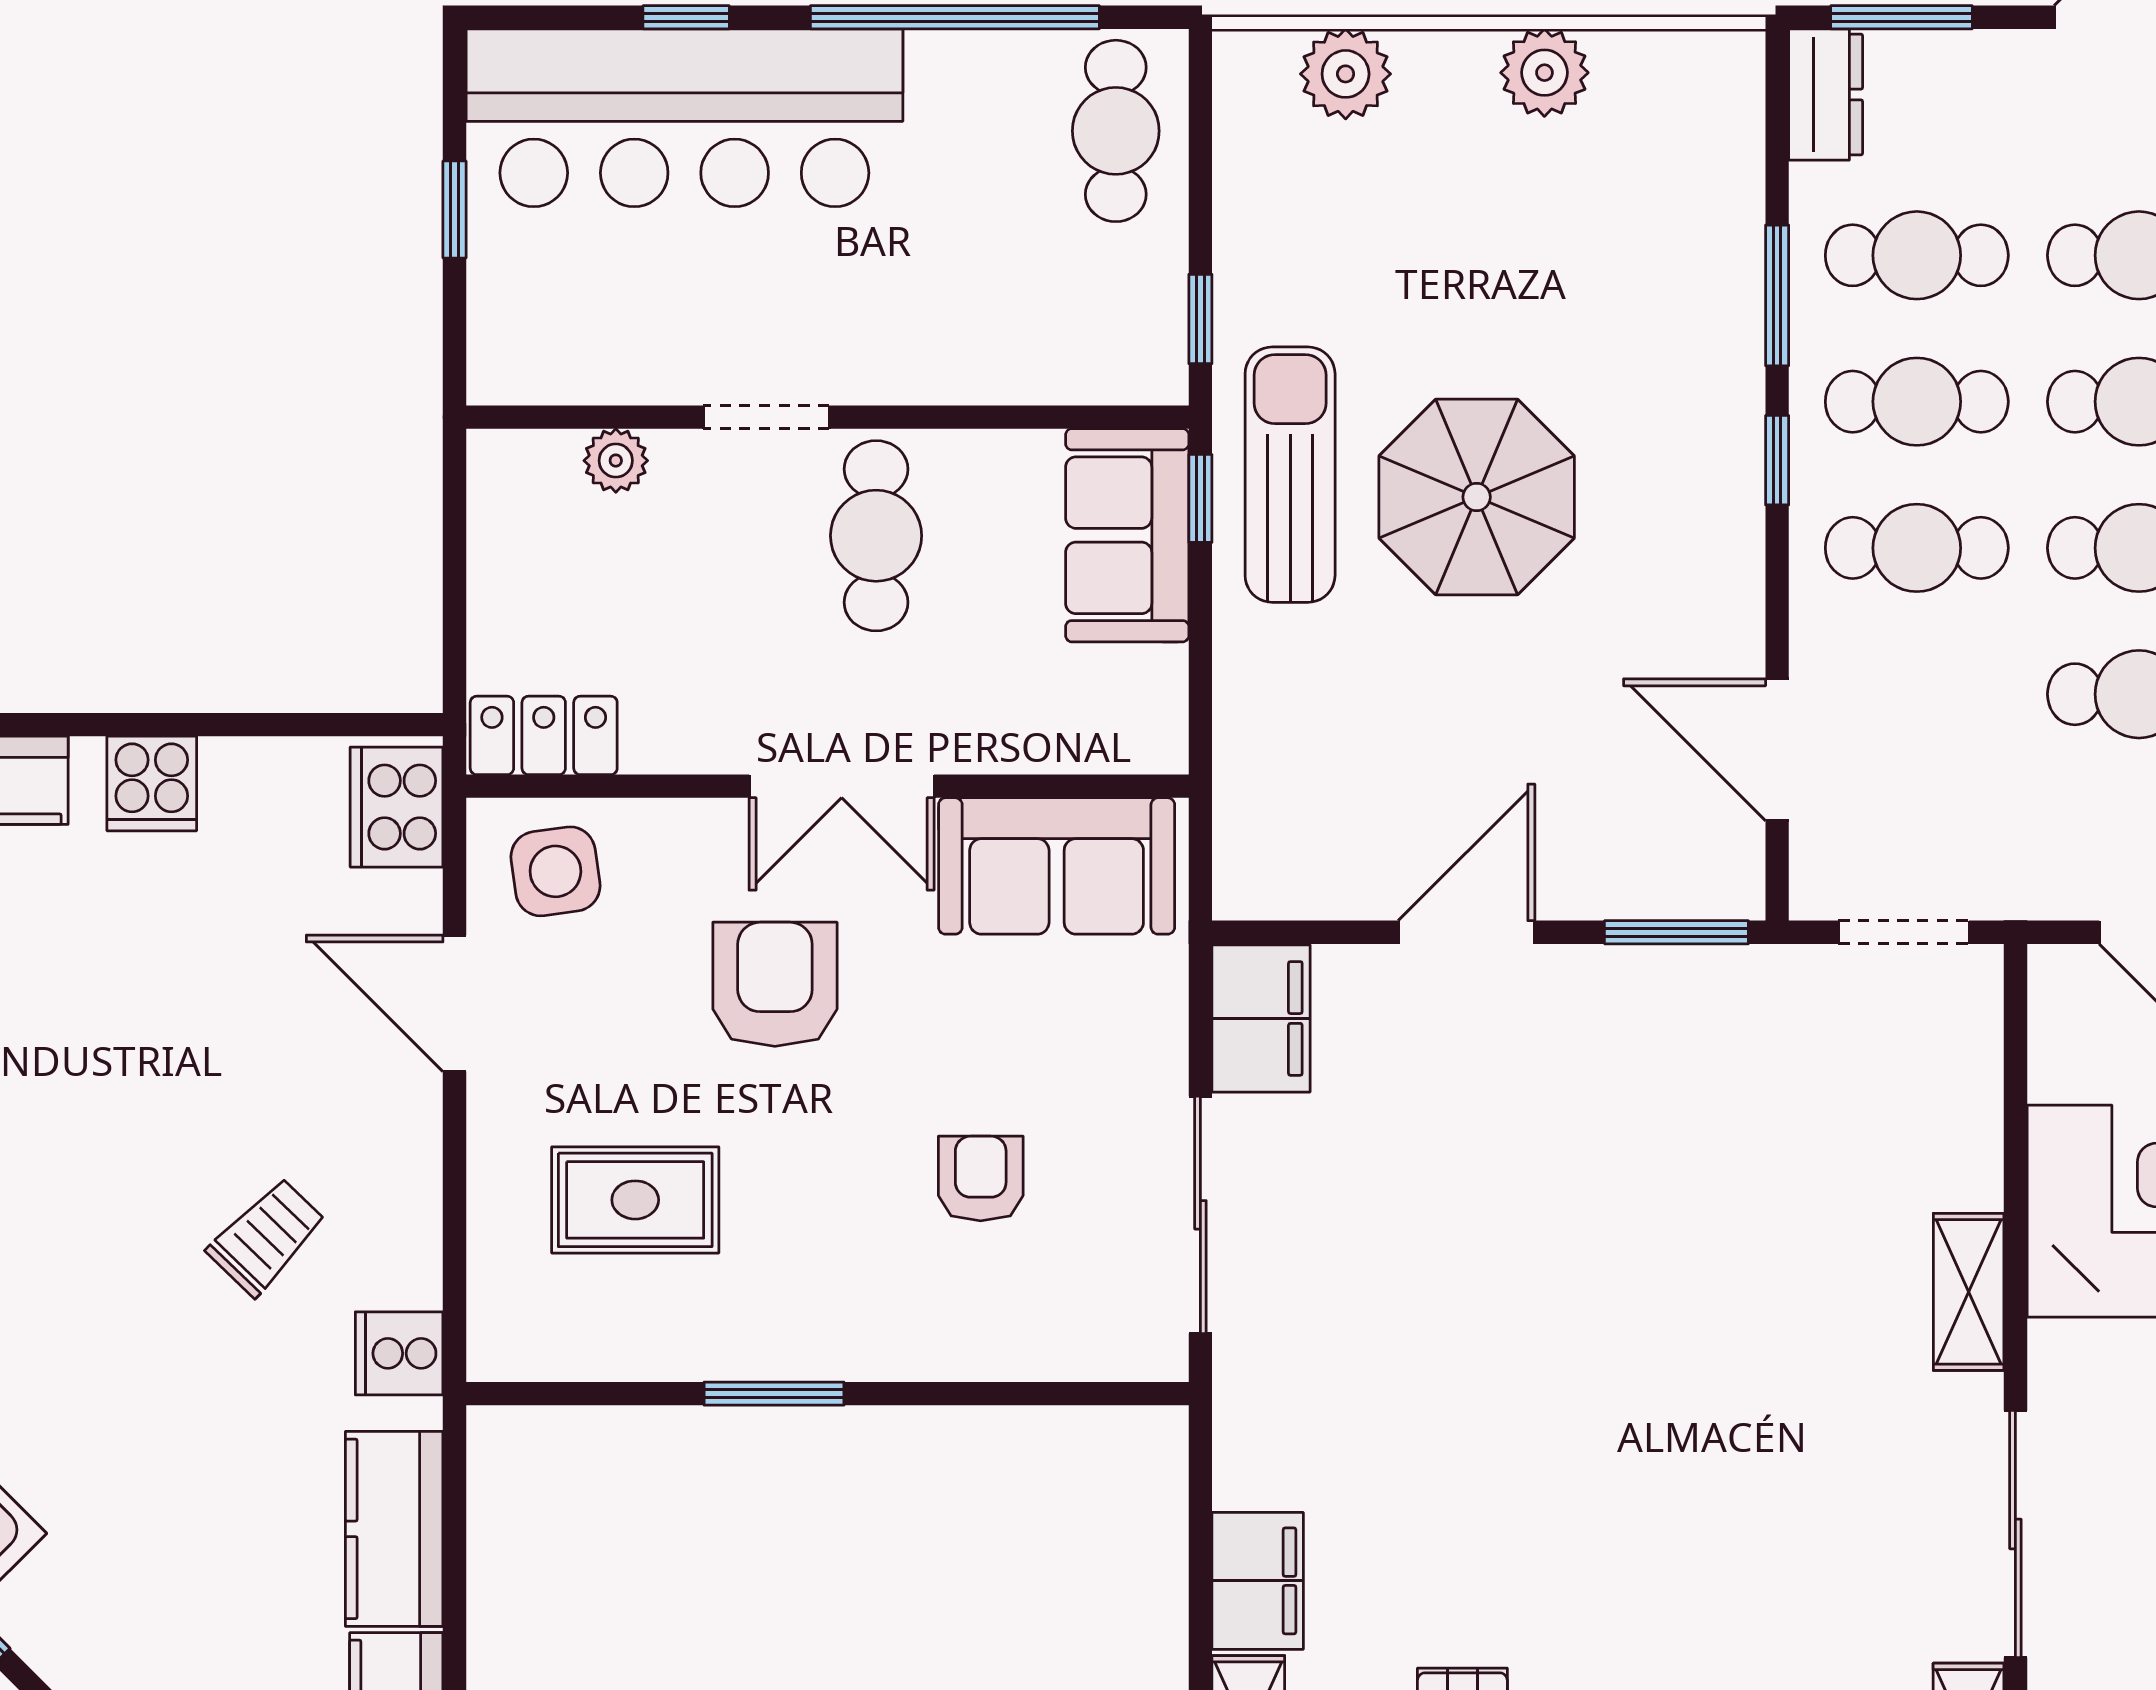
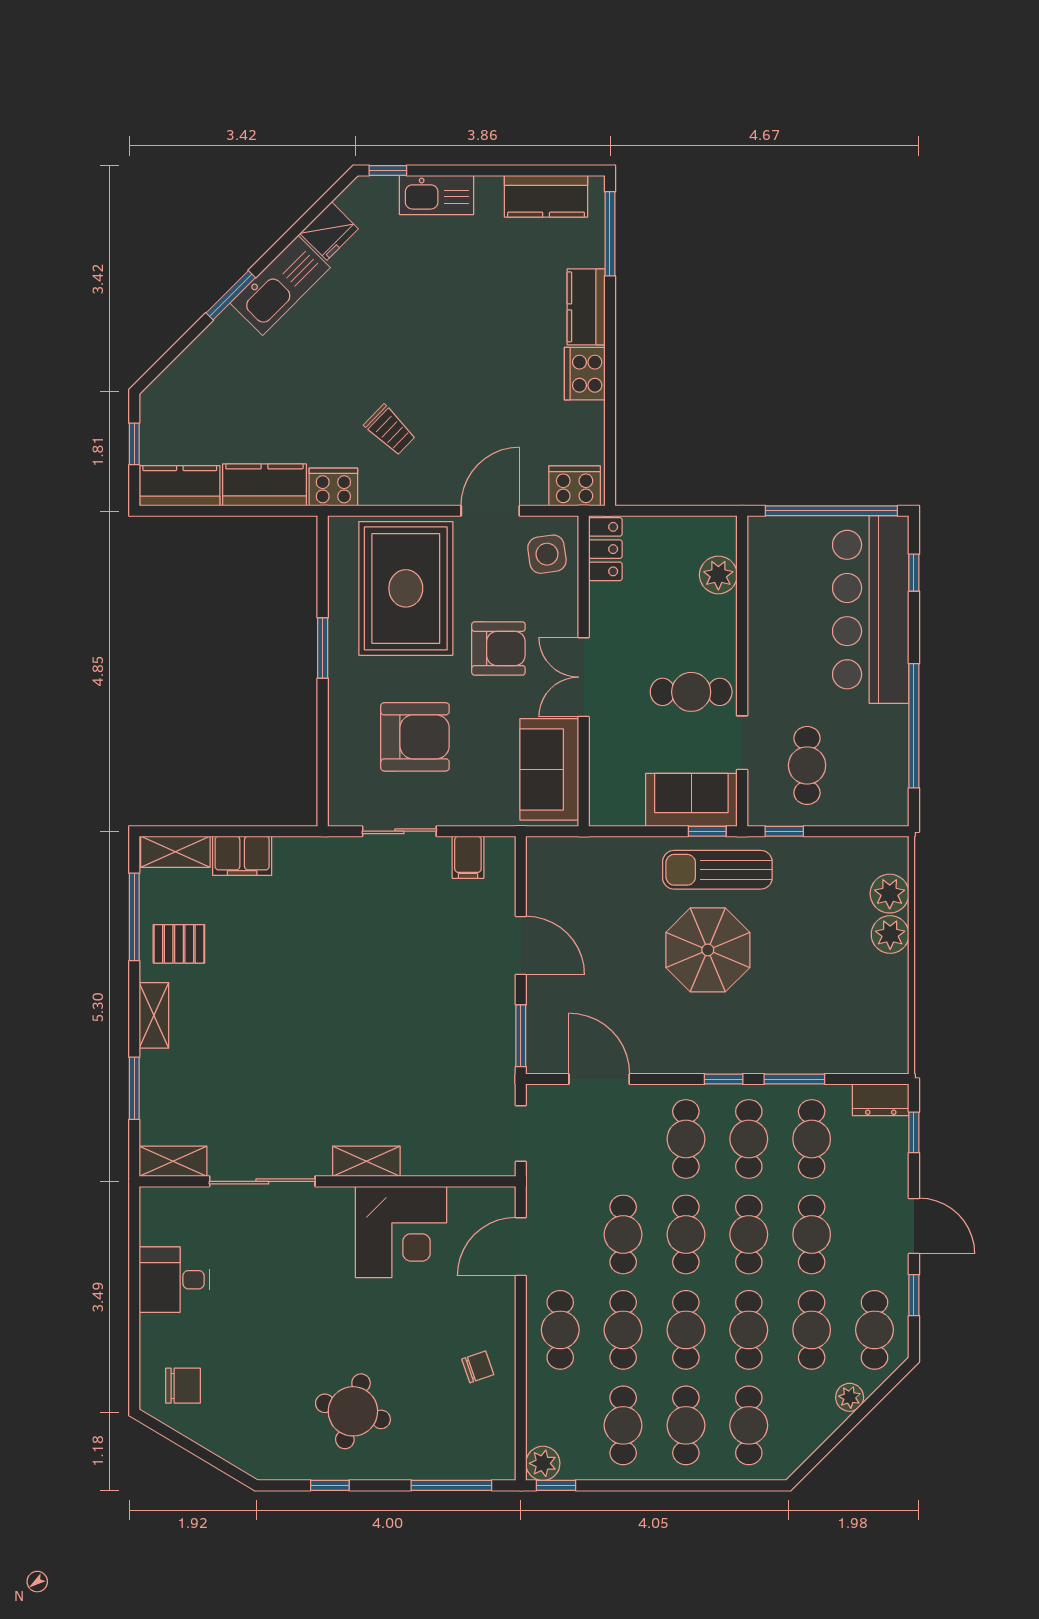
window: (686, 17) -> (914, 573), moved
window: (1902, 17) -> (914, 1132), width x0.67
plant: (1544, 73) -> (890, 934), moved
cafe table: (1116, 131) -> (807, 765), moved, turned 90
window: (455, 210) -> (831, 511), width x3.17
doorway: (766, 417) -> (742, 743), moved
plant: (616, 461) -> (718, 575), width x1.38, depth x1.38
sun lounger: (1290, 475) -> (717, 870), turned 180
door: (1777, 750) -> (599, 1079), hinge flipped
cooker: (152, 783) -> (585, 374), width x1.36
filing cabinet: (1261, 1018) -> (468, 857), width x0.50
armchair: (981, 1179) -> (415, 737), width x1.88, depth x1.88
rug: (635, 1200) -> (406, 588), width x1.86, depth x2.06
sliding door: (1200, 1215) -> (399, 831), width x0.73
cooker: (399, 1353) -> (333, 487), width x1.36

